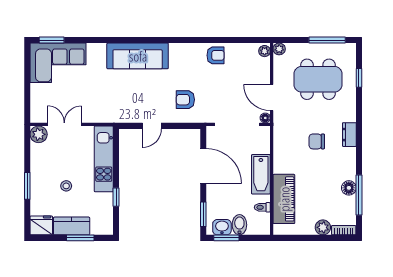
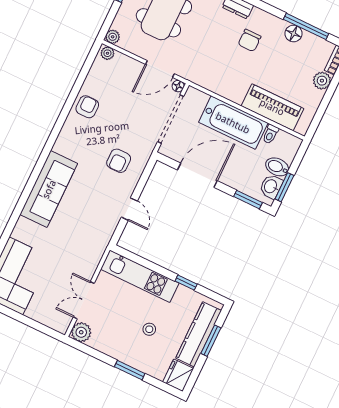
chair: (317, 141) -> (250, 40), moved
bathtub: (261, 174) -> (233, 123), width x1.36, depth x1.36
kitchen counter: (72, 226) -> (199, 334), width x1.50

